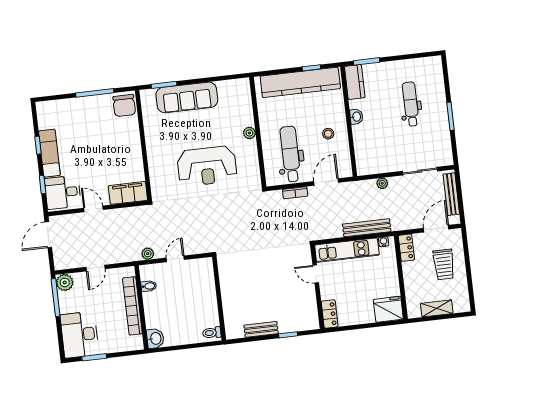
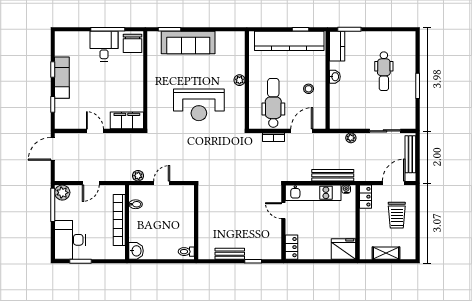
dental chair: (411, 104) -> (384, 71), turned 180
desk: (63, 192) -> (104, 46), moved, turned 90

